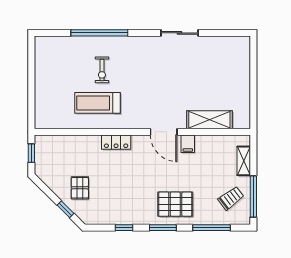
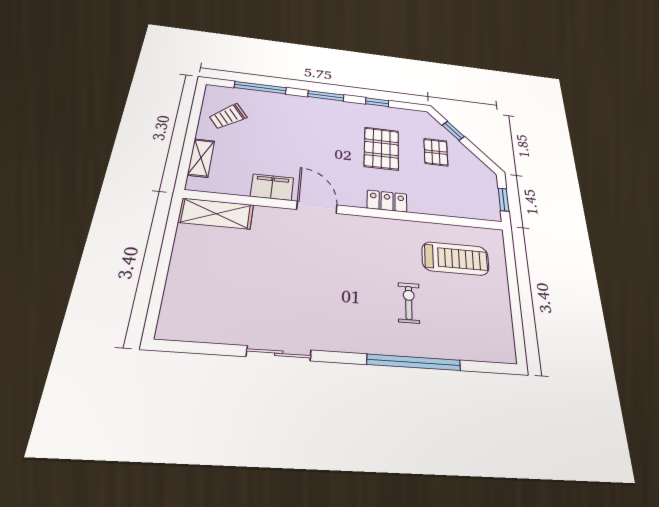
treadmill: (98, 103) -> (455, 259), moved
shelving: (209, 120) -> (216, 214), moved
filing cabinet: (188, 144) -> (272, 187), width x2.00
window: (253, 196) -> (195, 114), removed
pallet: (175, 204) -> (381, 149), moved, turned 90

